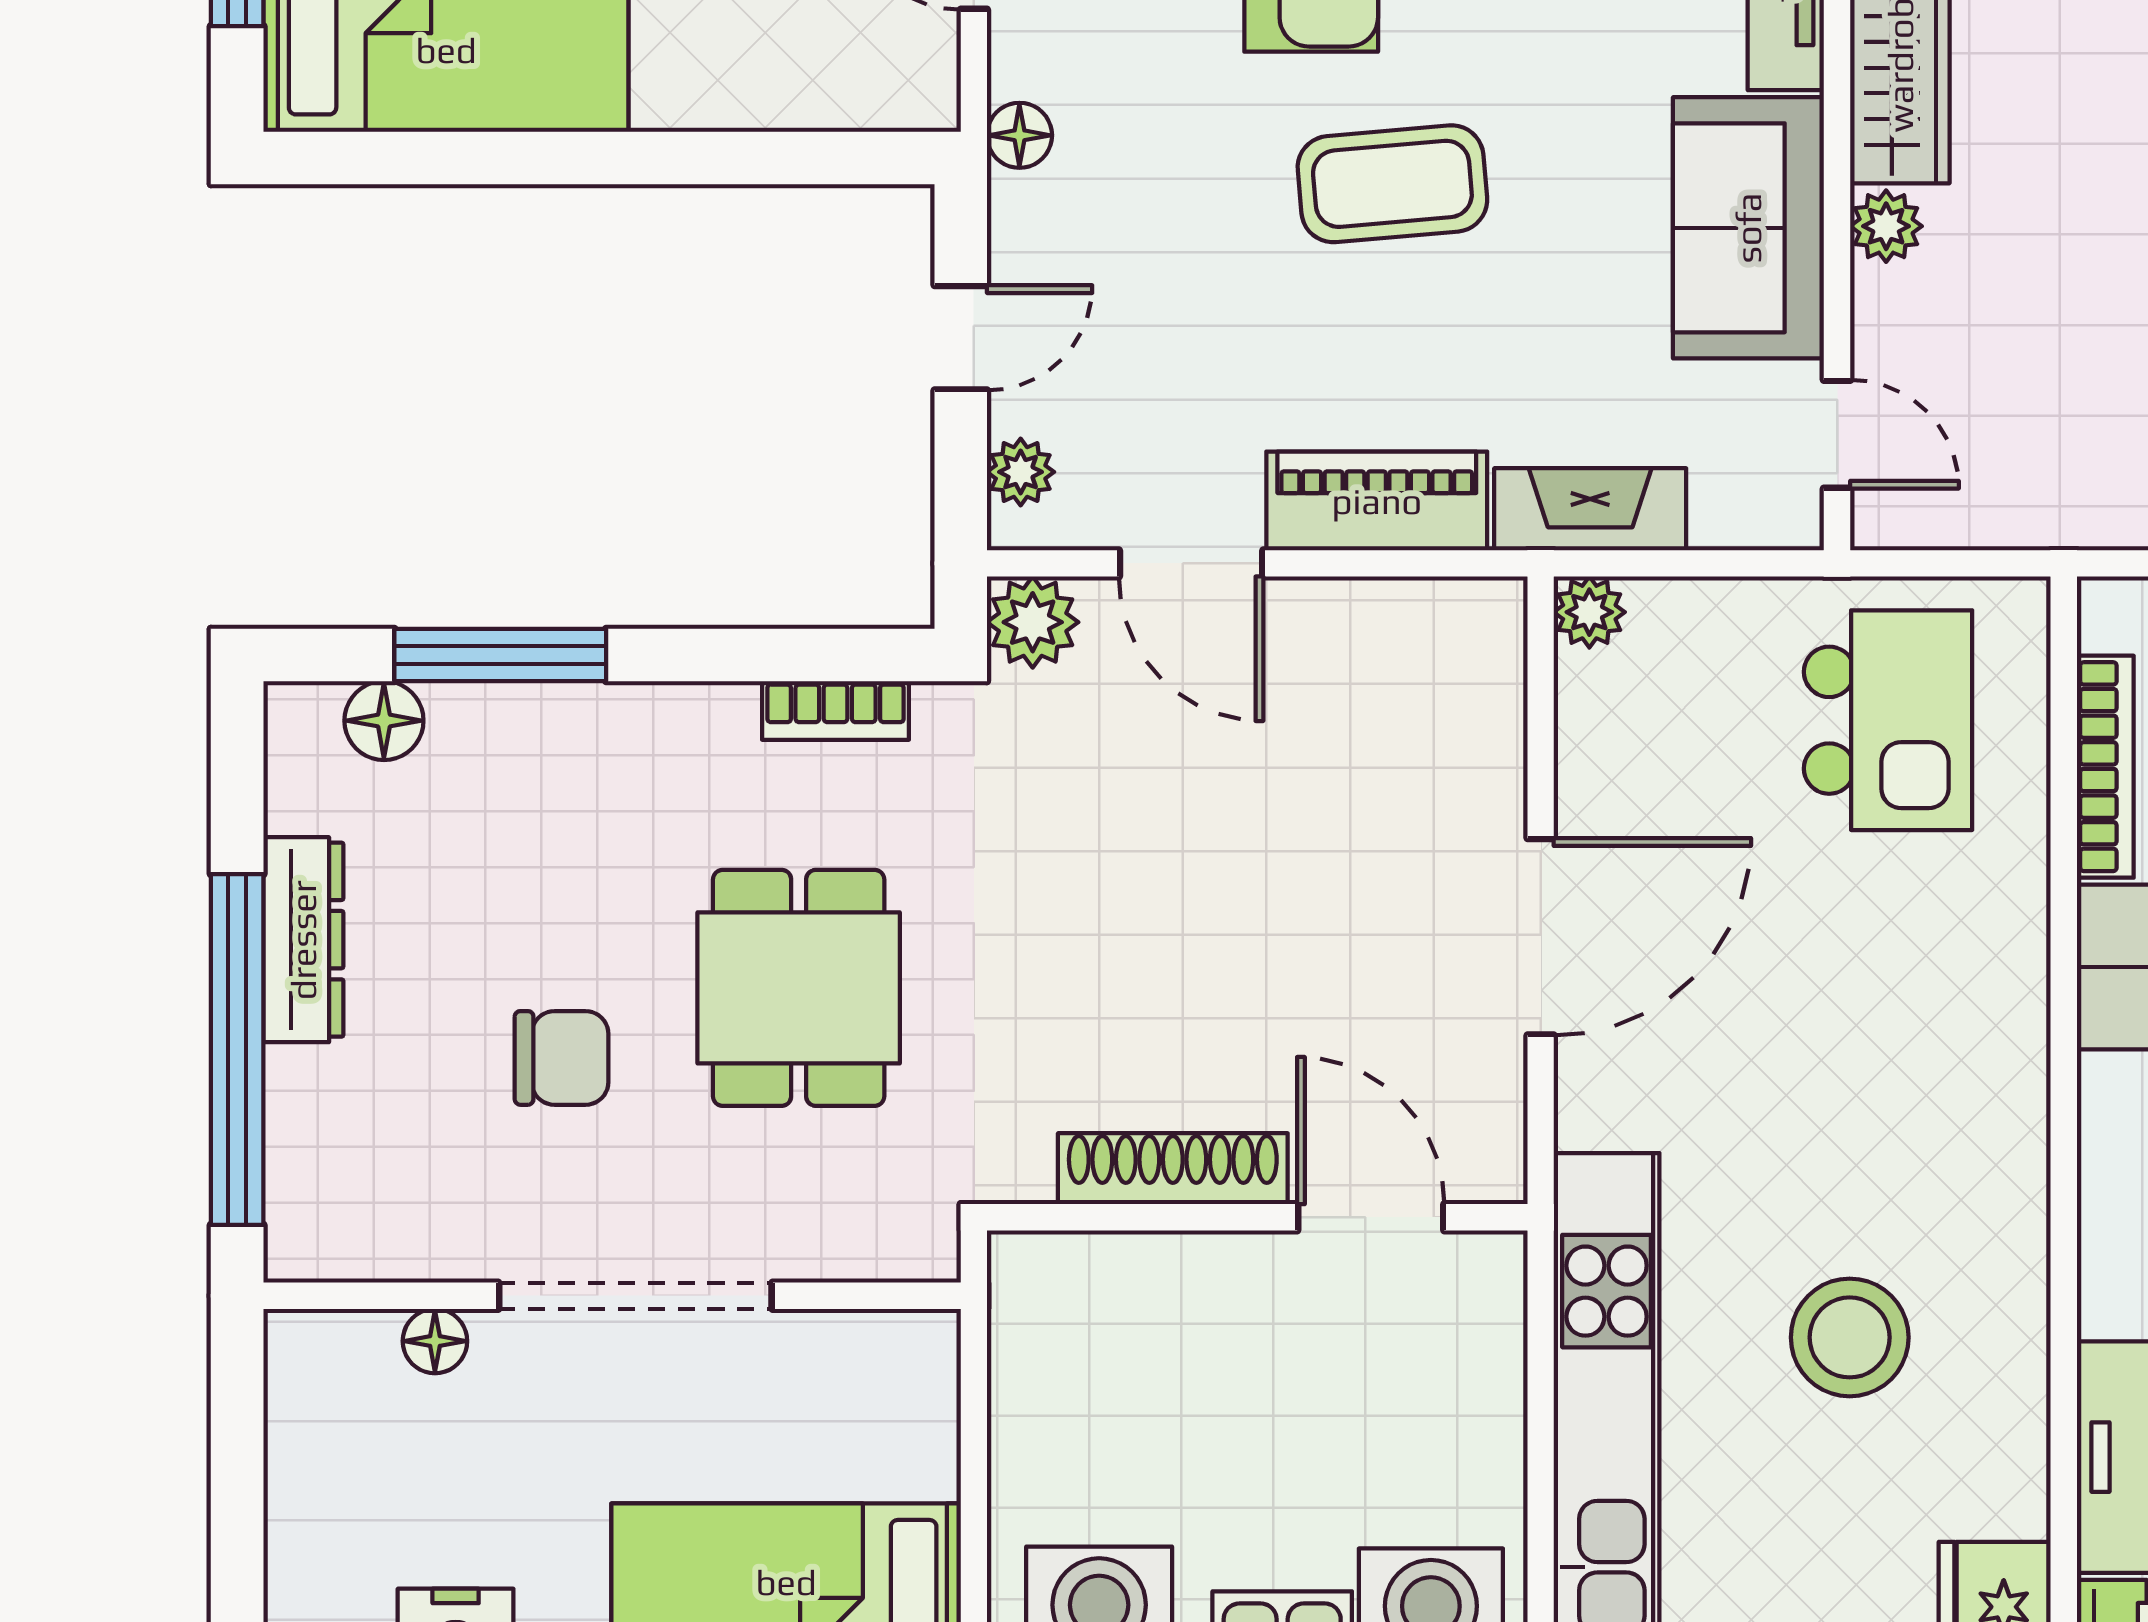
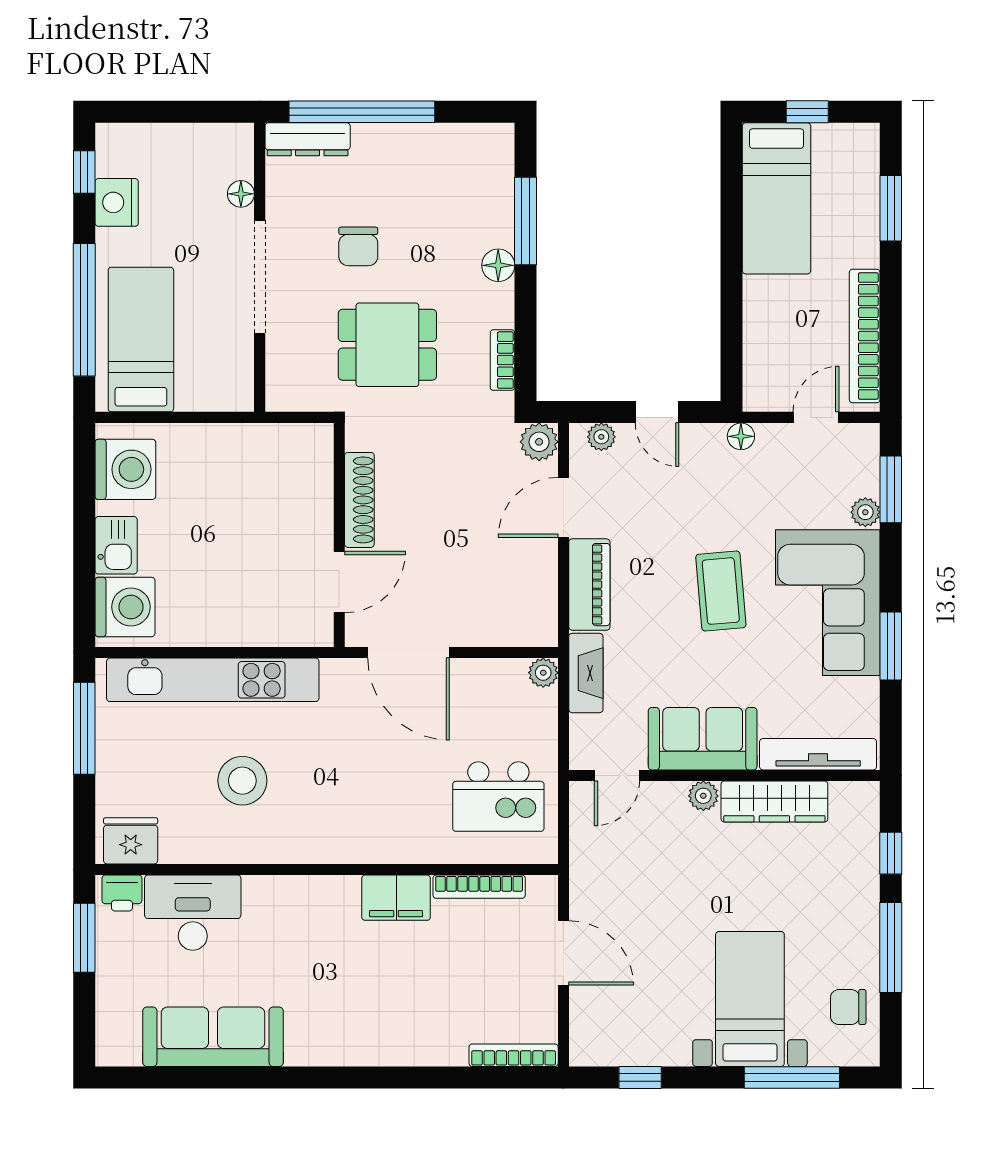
floor lamp: (384, 721) -> (498, 265), moved
dresser: (303, 940) -> (308, 139), moved
shoe rack: (1173, 1169) -> (359, 500), moved
wall: (1257, 1217) -> (339, 535), moved
door: (1371, 1217) -> (339, 582), moved

